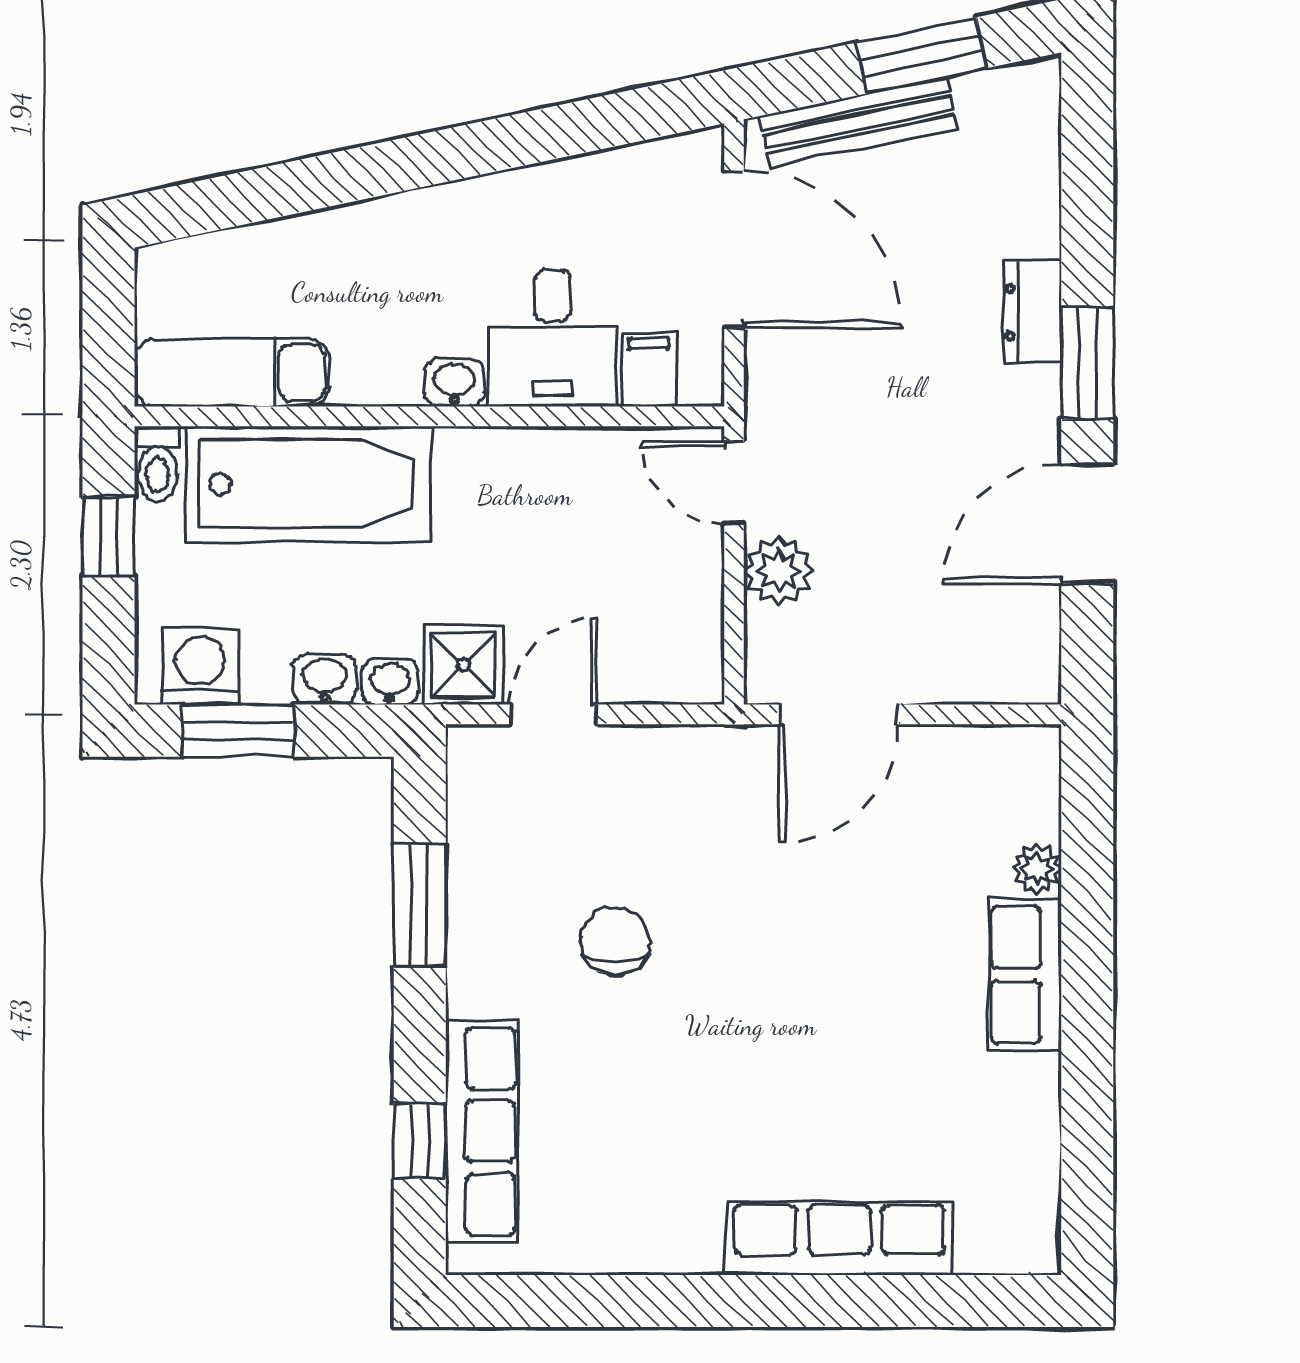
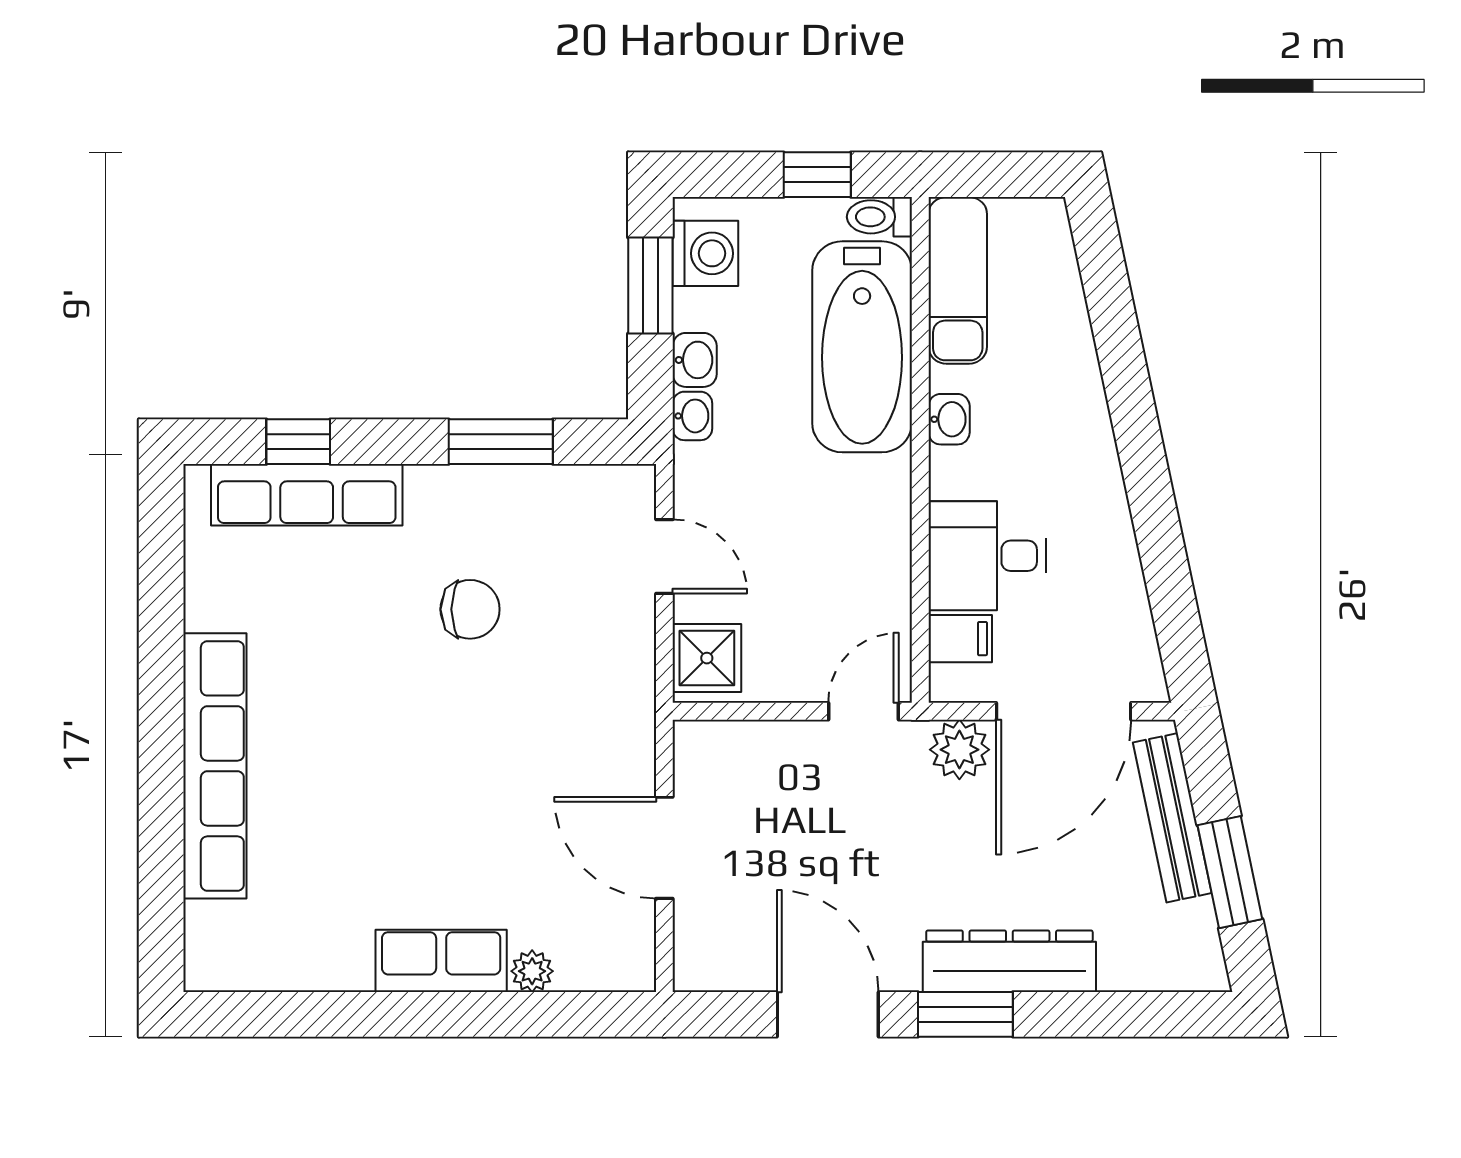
dresser: (1032, 312) -> (1009, 961), width x1.96, depth x1.24
washbasin: (454, 383) -> (949, 419), moved
plant: (779, 571) -> (959, 750), moved
shower: (463, 665) -> (707, 658), moved
door: (838, 714) -> (664, 848), moved
row of seats: (839, 1238) -> (215, 766), width x1.36

